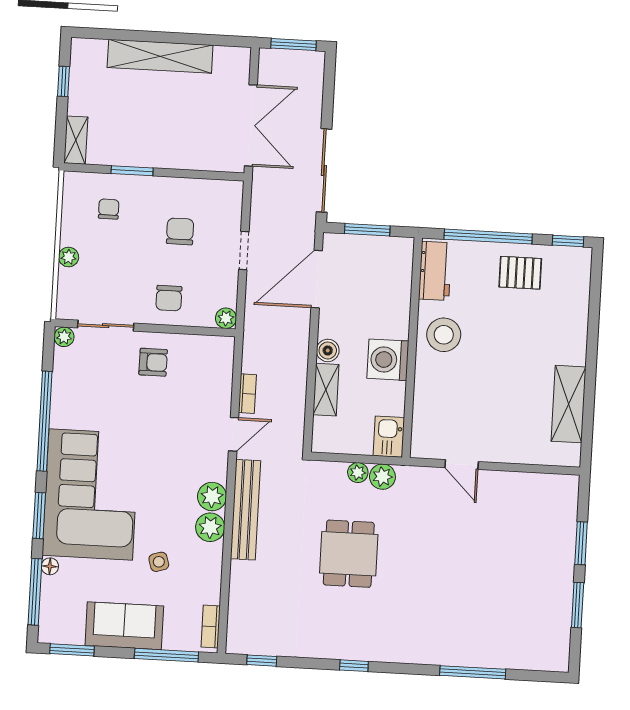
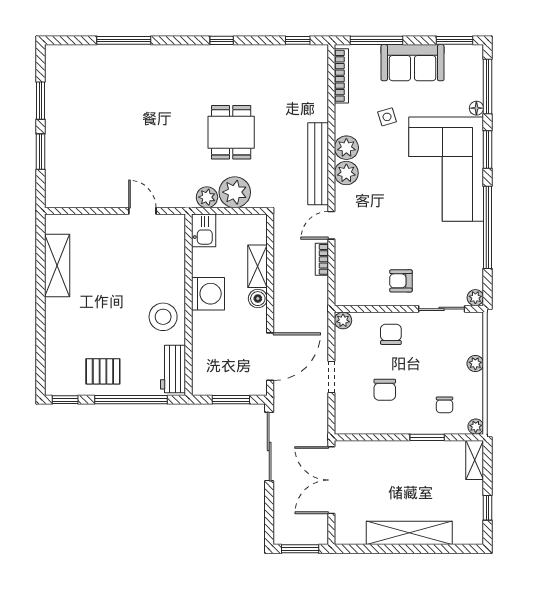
plant: (72, 181) -> (476, 427), added
plant: (358, 473) -> (235, 192), width x1.87, depth x1.87
bookcase: (211, 627) -> (341, 76), width x1.56

